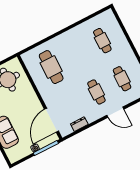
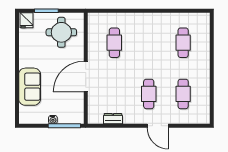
cafe table: (51, 67) -> (114, 43), width x0.73, depth x0.74
door: (52, 120) -> (86, 77), moved

